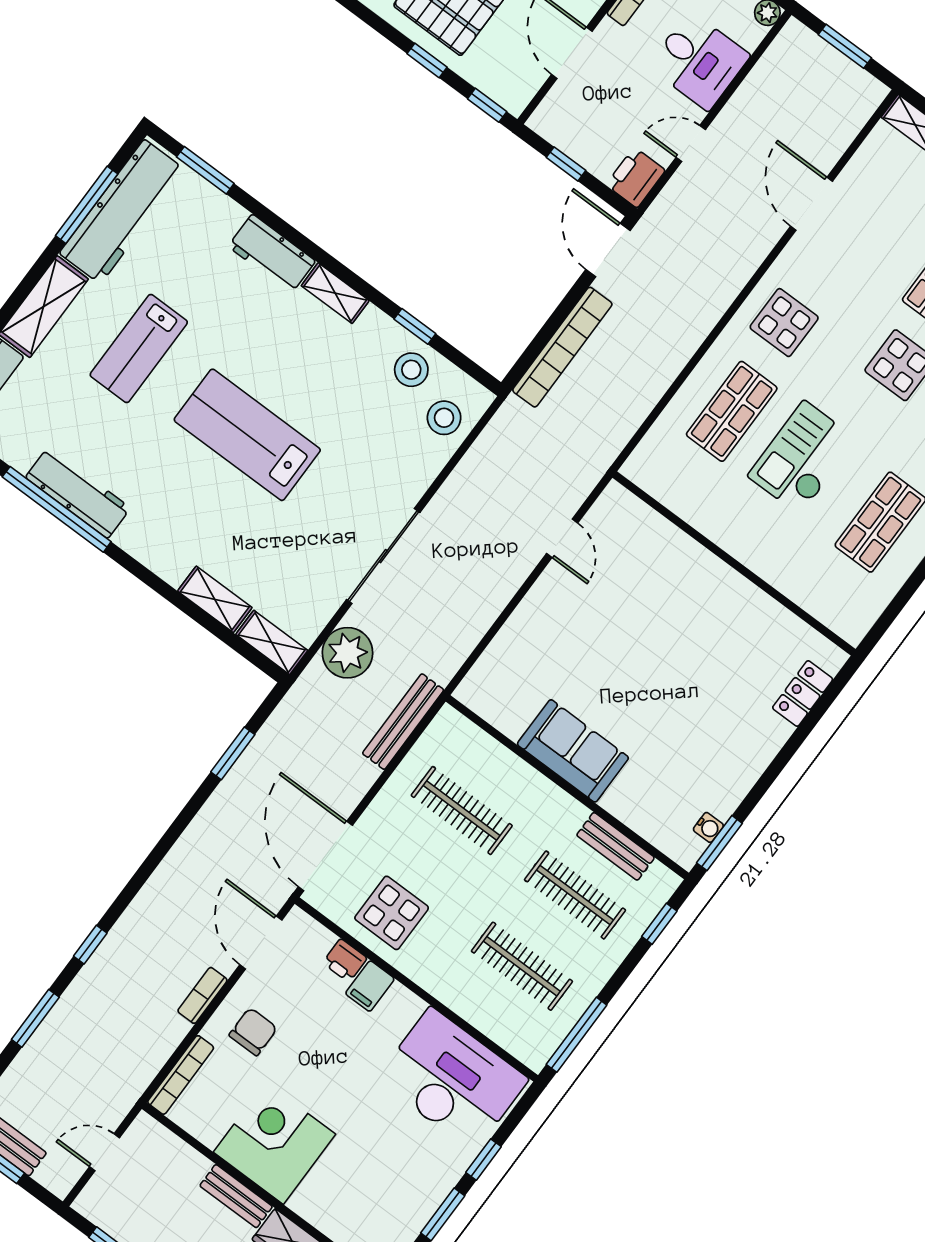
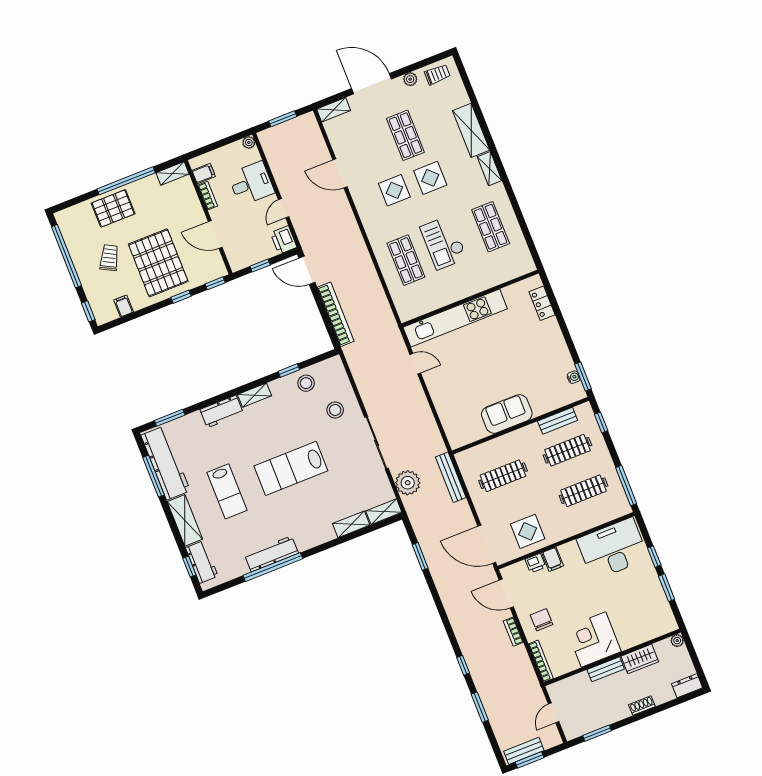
display table: (784, 323) -> (394, 190), moved
stool: (444, 418) -> (335, 410), moved
kitchen unit: (684, 559) -> (455, 318), added

